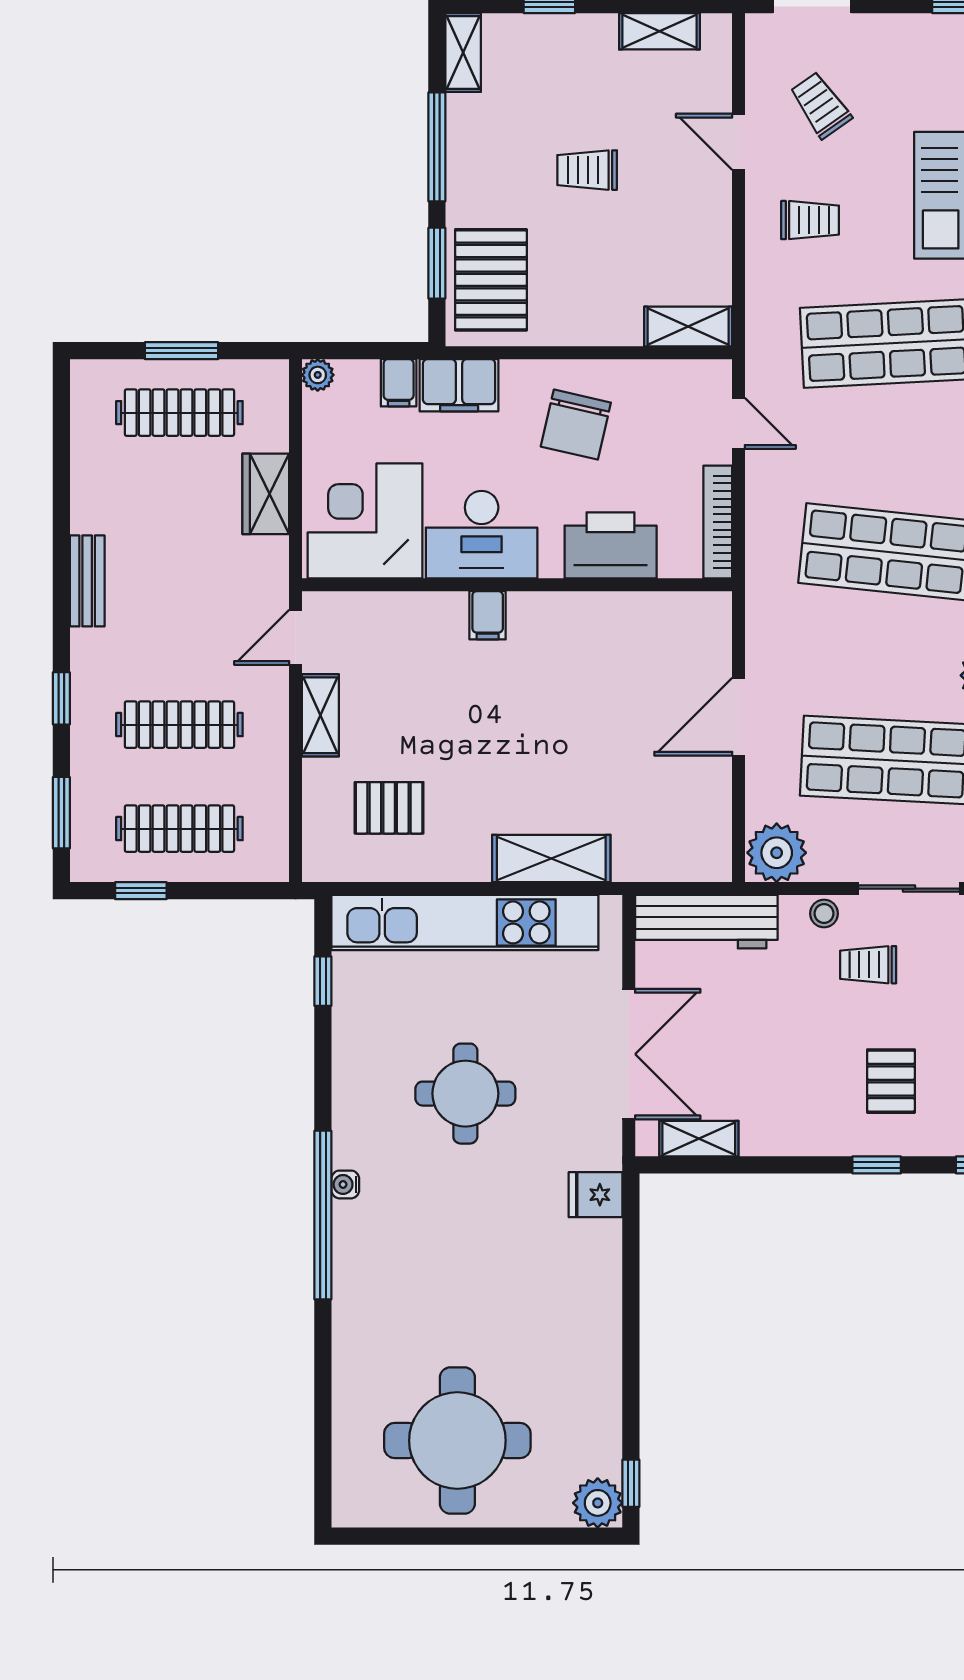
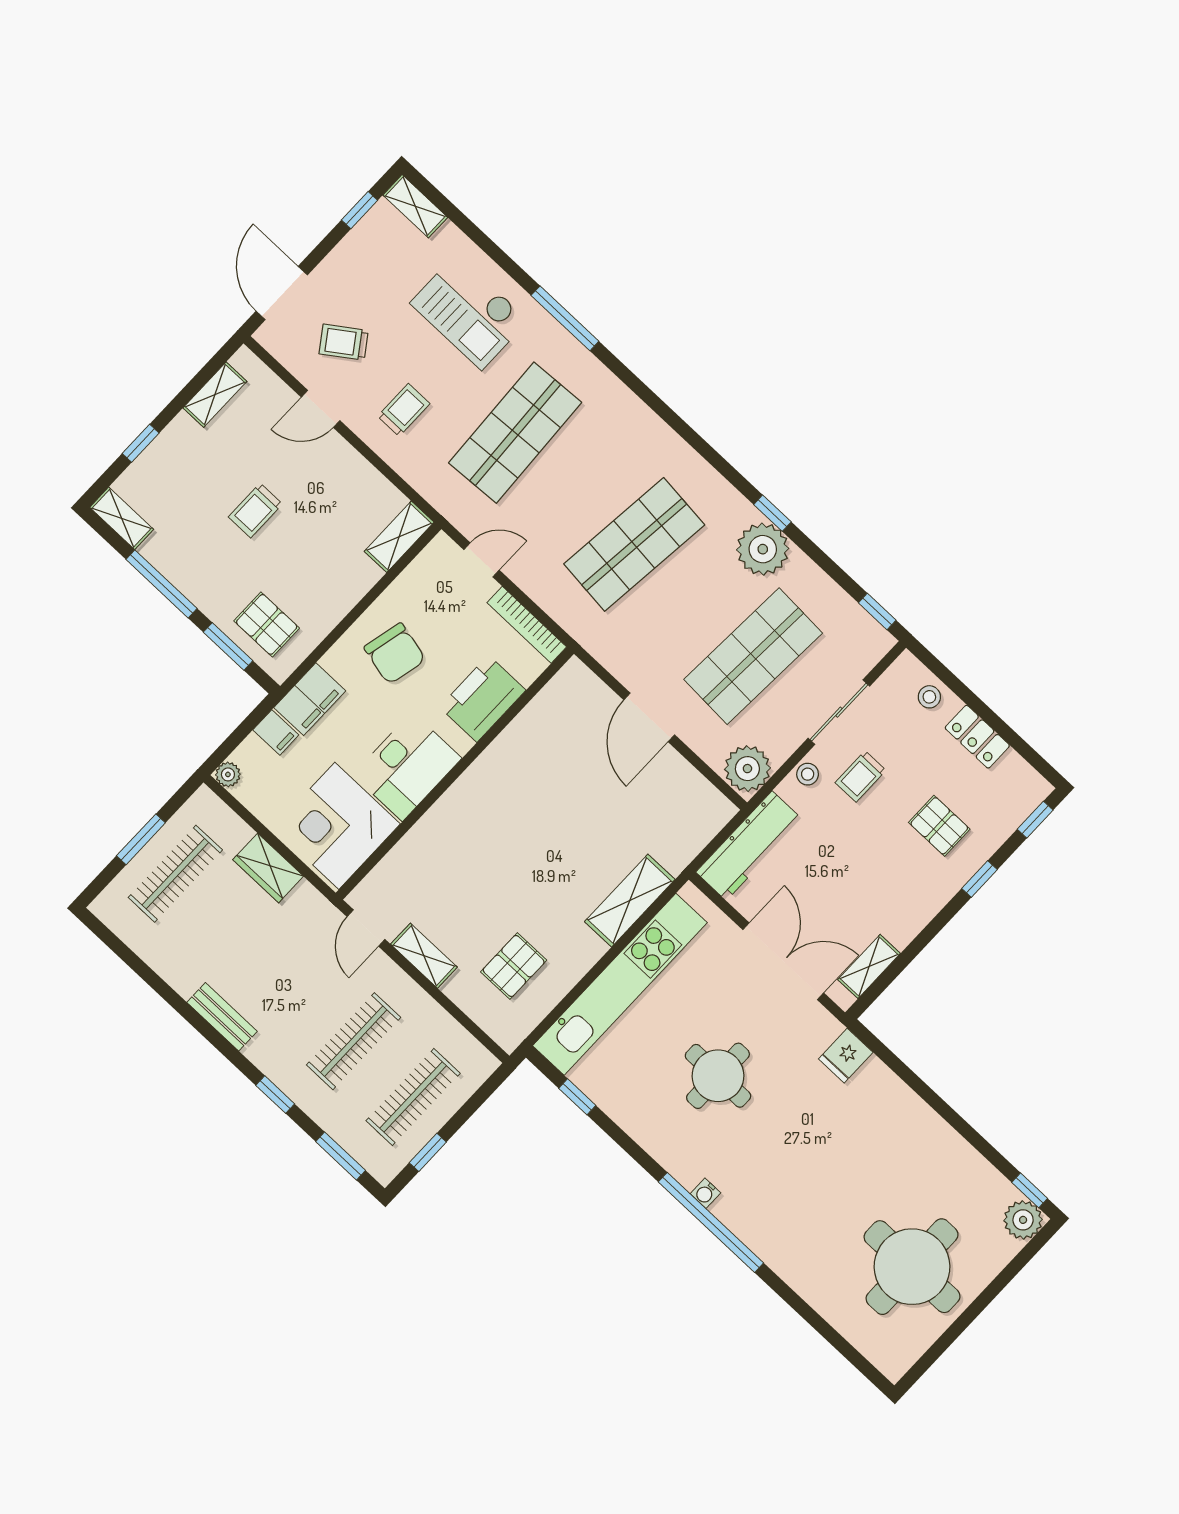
pallet: (491, 280) -> (267, 624), width x0.67, depth x0.71
filing cabinet: (488, 615) -> (457, 806), removed

